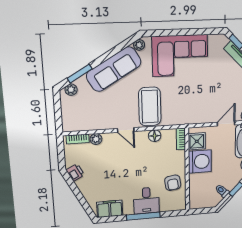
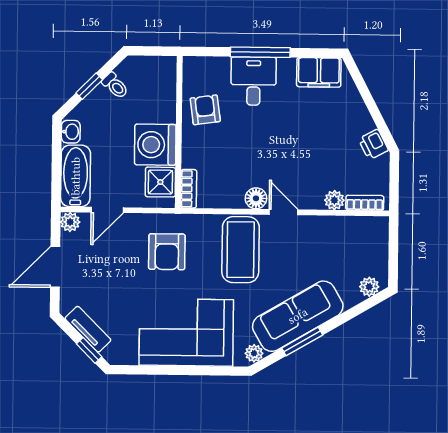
window: (80, 74) -> (302, 341), moved
armchair: (192, 102) -> (167, 252), added
floor lamp: (155, 136) -> (256, 198), moved

